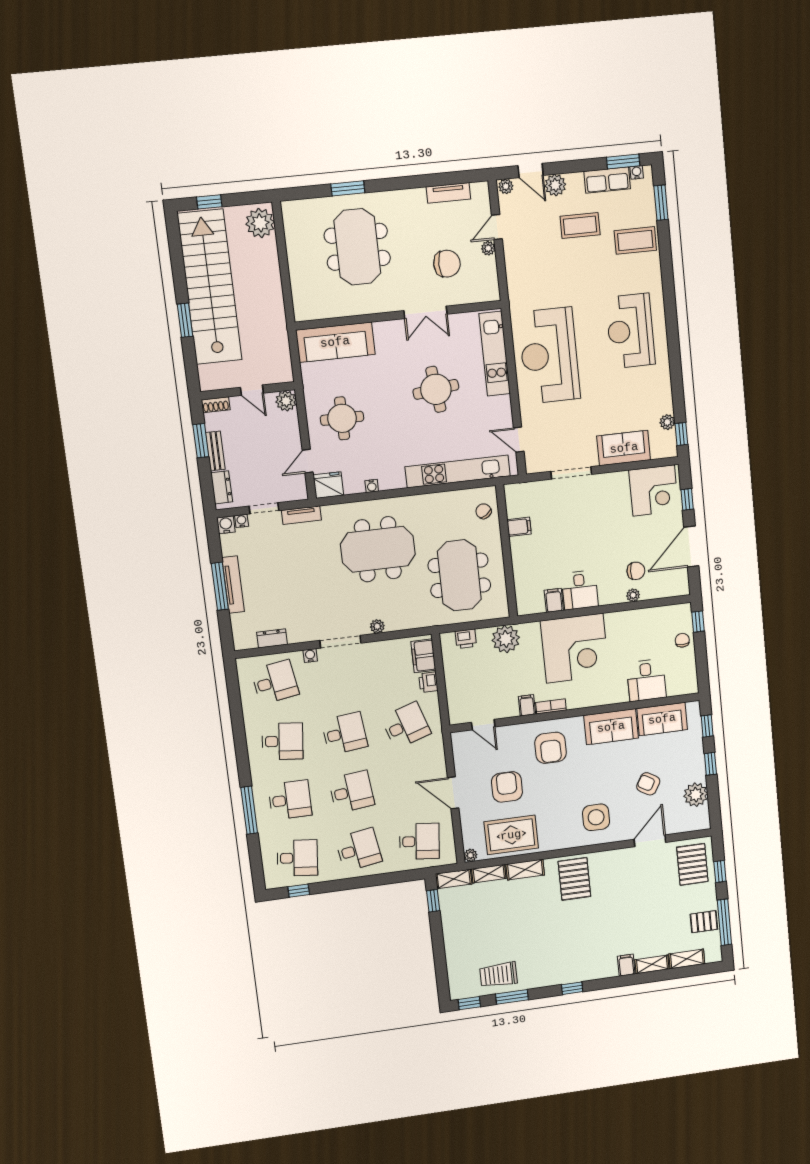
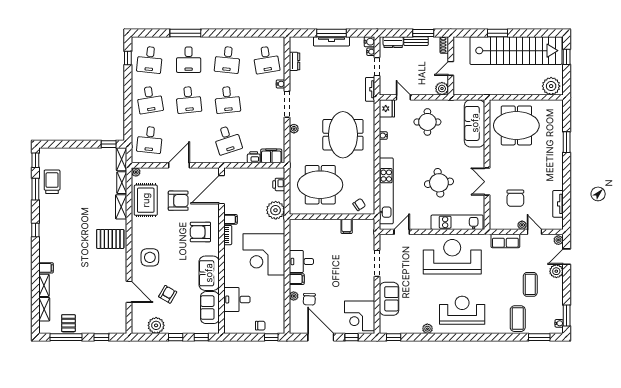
row of seats: (607, 180) -> (505, 241), moved, turned -90
meeting table: (357, 247) -> (516, 125), moved
plant: (667, 422) -> (427, 329), moved
filing cabinet: (554, 600) -> (297, 279), moved
door: (483, 725) -> (221, 190), width x1.88
pallet: (692, 864) -> (109, 319), removed

